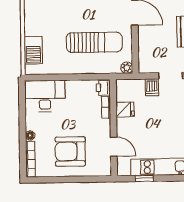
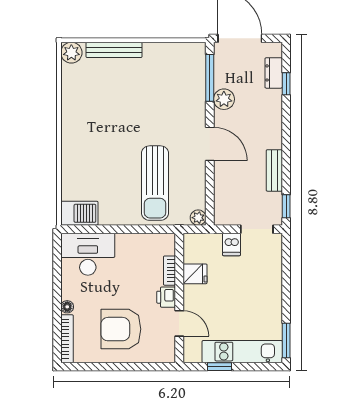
sun lounger: (94, 42) -> (155, 183), turned 90
barbecue: (33, 50) -> (79, 213), moved, turned -90
printer: (103, 88) -> (166, 297), moved

